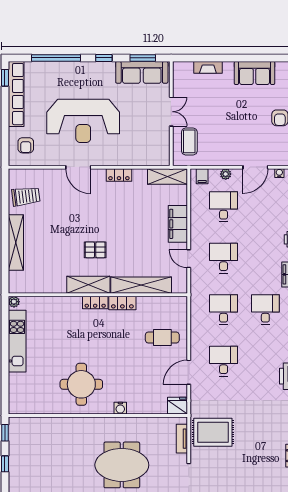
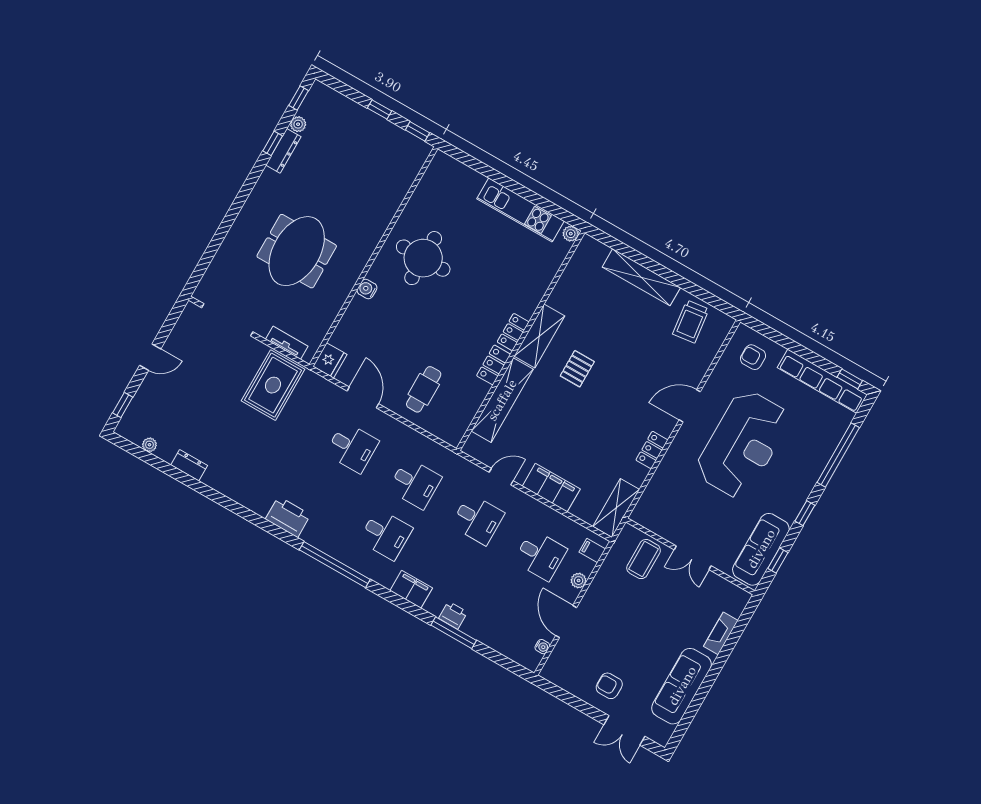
window: (143, 58) -> (778, 561), width x0.67
sofa: (255, 73) -> (682, 686), width x1.36
reception desk: (83, 121) -> (743, 444), turned 180
coffee table: (189, 141) -> (644, 559), turned 90

